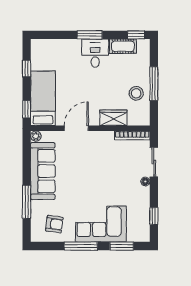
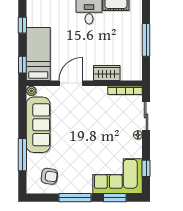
stool: (136, 93) -> (129, 49), removed
corner sofa: (101, 224) -> (117, 176), moved

